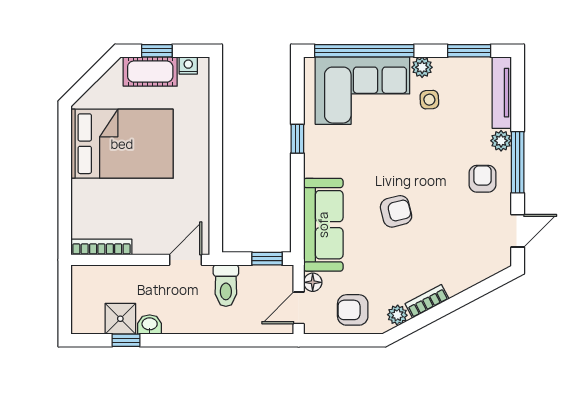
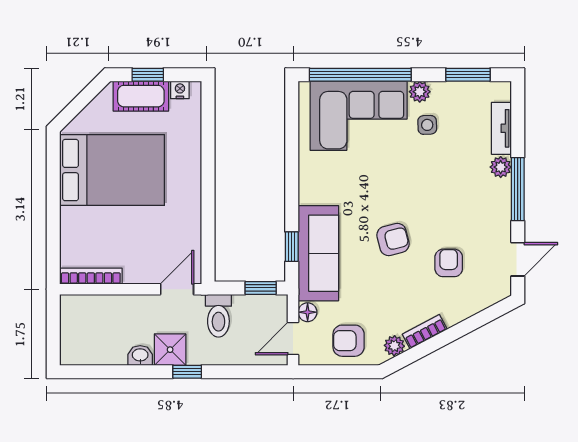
tv unit: (502, 93) -> (501, 128), width x0.71
window: (297, 139) -> (292, 247), moved
armchair: (483, 179) -> (449, 263), moved
shower: (120, 319) -> (170, 350), moved
window: (126, 340) -> (187, 372), moved

